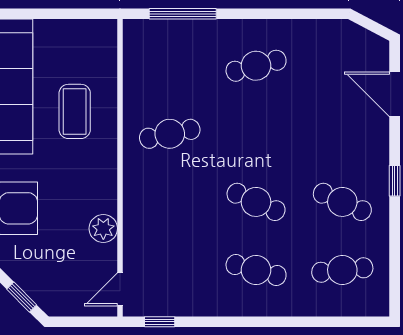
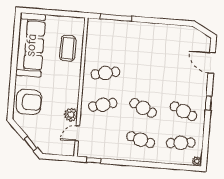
cafe table: (256, 66) -> (103, 105), moved
coffee table: (75, 111) -> (68, 48), moved
door: (120, 289) -> (77, 133), moved
plant: (379, 307) -> (197, 161), added

